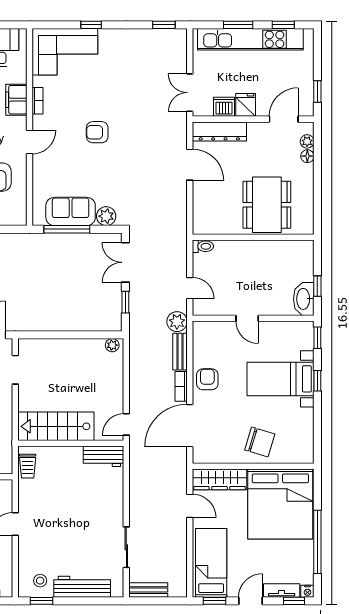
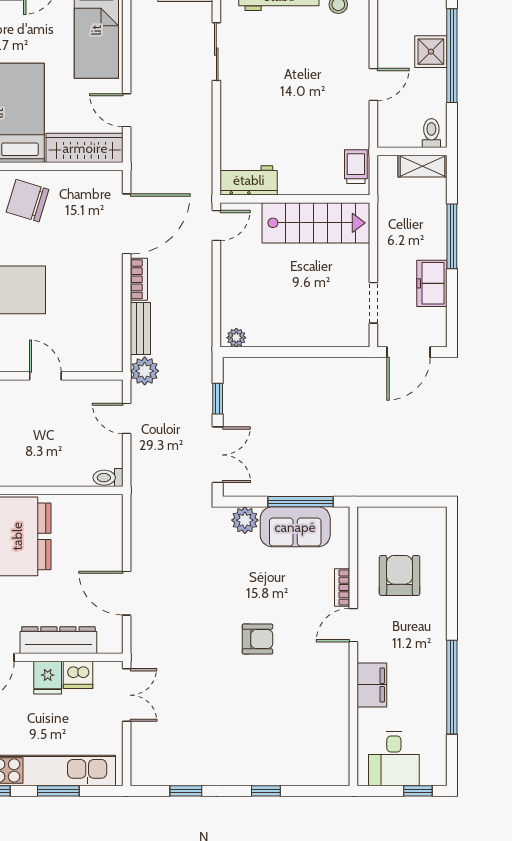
window: (164, 25) -> (186, 791), moved
corner sofa: (65, 52) -> (303, 753), removed
bookcase: (37, 101) -> (342, 588), moved
dresser: (219, 131) -> (58, 640), moved
armchair: (207, 379) -> (102, 289), removed

